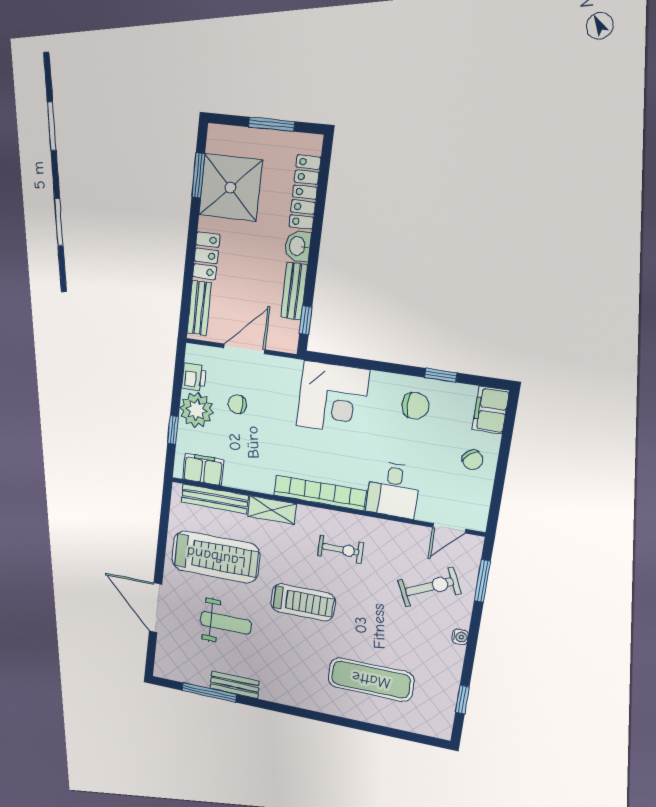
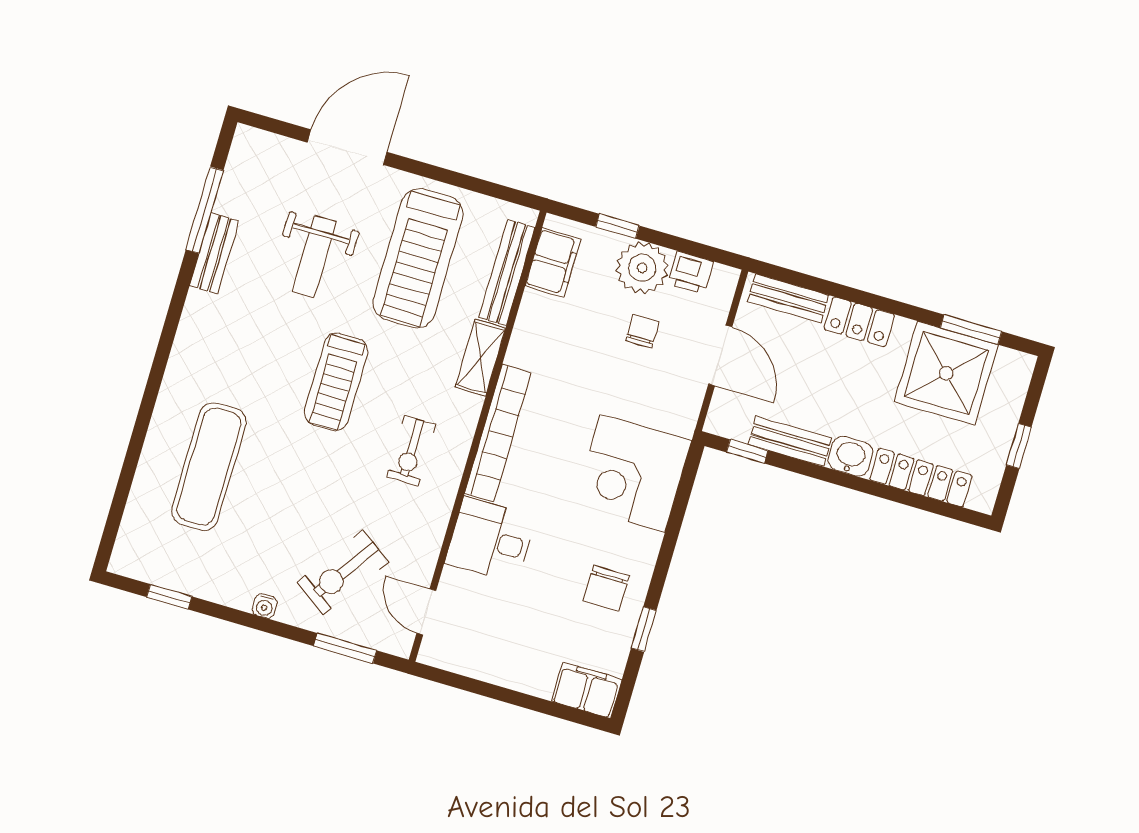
window: (272, 124) -> (1019, 446), width x0.67
chair: (473, 460) -> (520, 657), removed
exercise bike: (429, 587) -> (343, 572), turned 60

